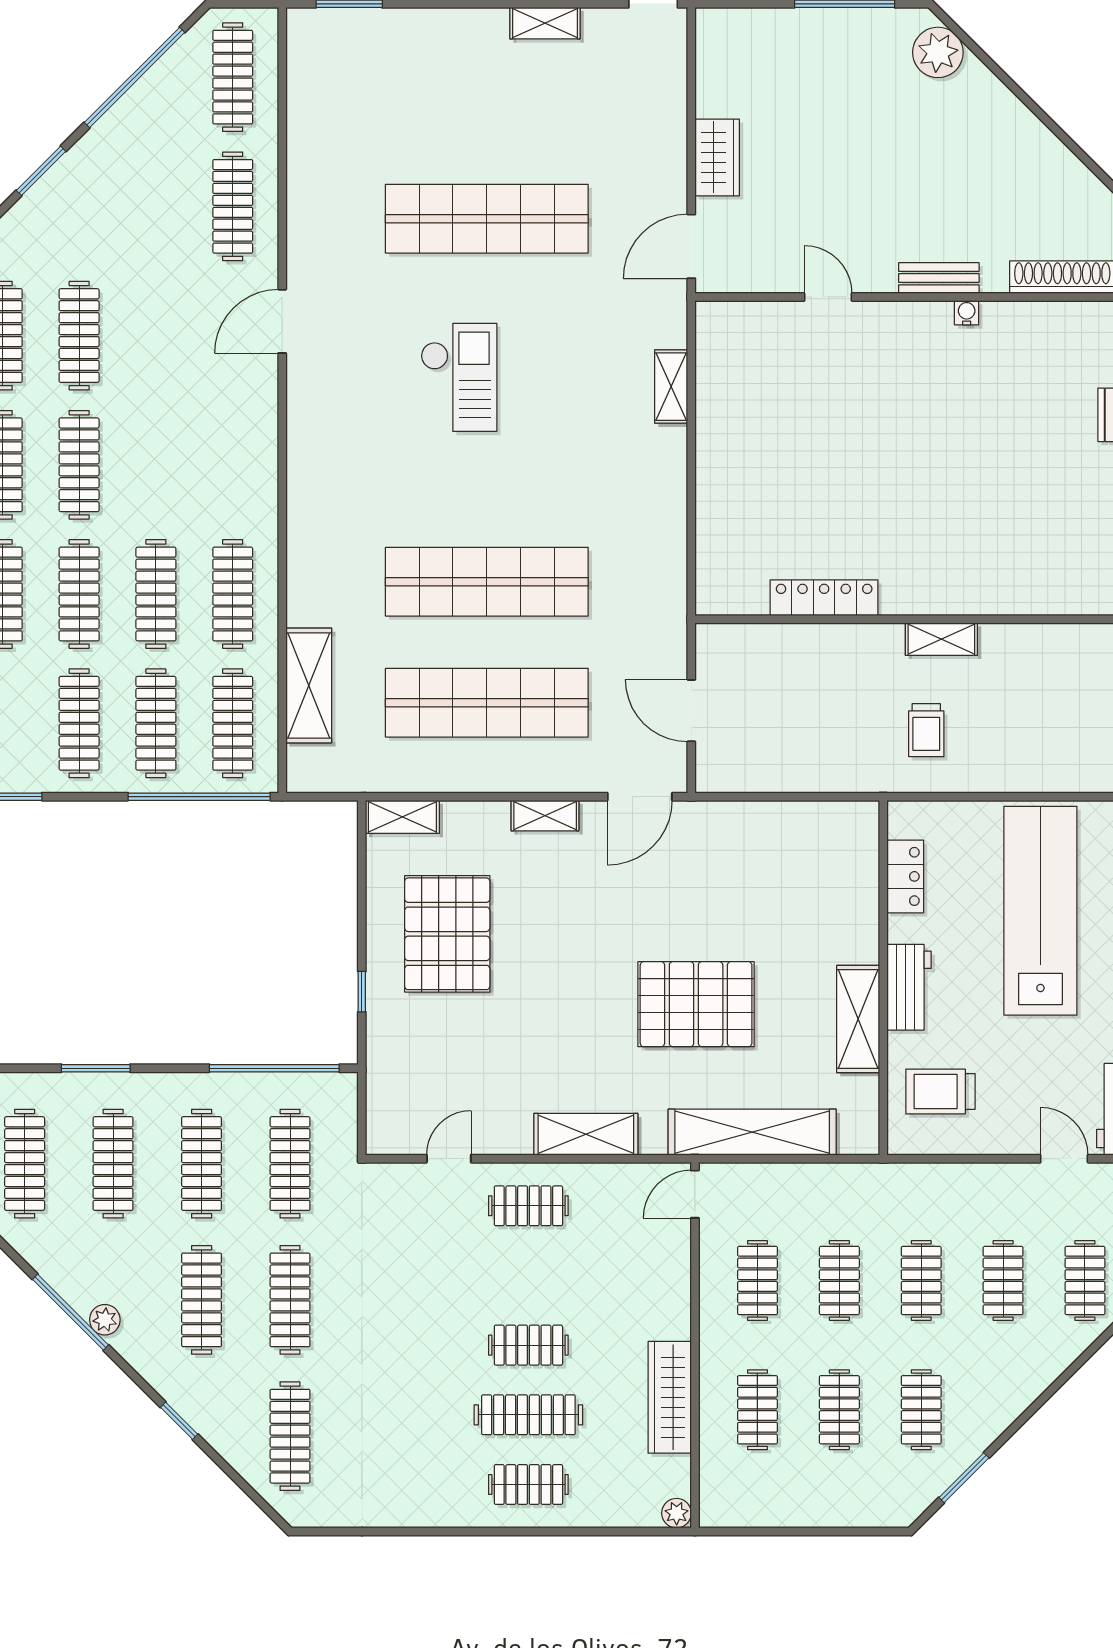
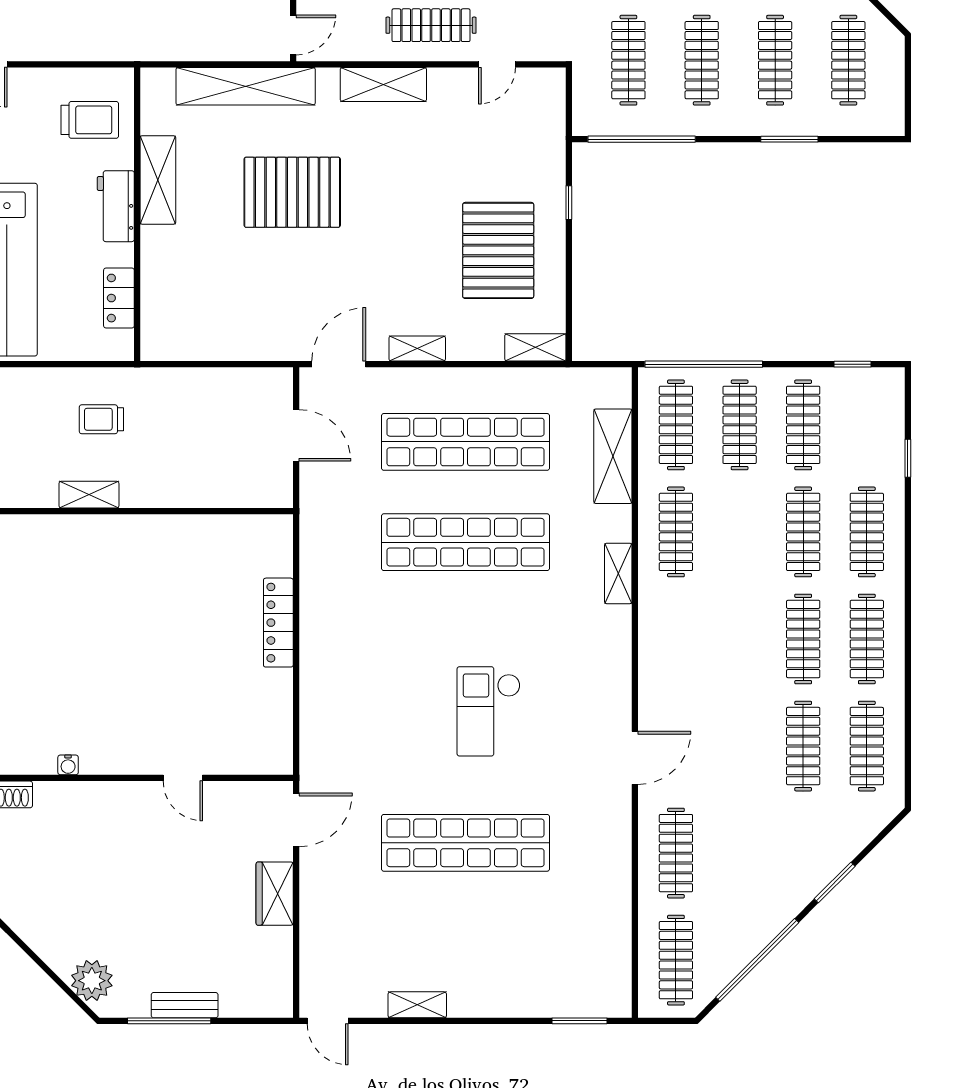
bench: (939, 278) -> (185, 1005), moved
shelving: (671, 387) -> (618, 573), moved
clothes rail: (156, 594) -> (740, 532), removed
locker: (824, 598) -> (278, 623), moved, turned 90
trolley: (926, 730) -> (101, 419), turned -90
clothes rail: (528, 1206) -> (431, 25), width x1.36

